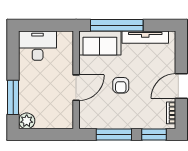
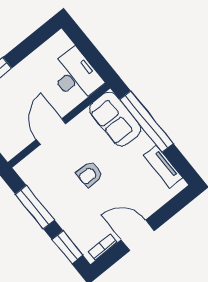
tv unit: (145, 37) -> (163, 166), width x0.71
desk: (38, 46) -> (76, 76), moved
door: (76, 88) -> (51, 132), swing flipped

